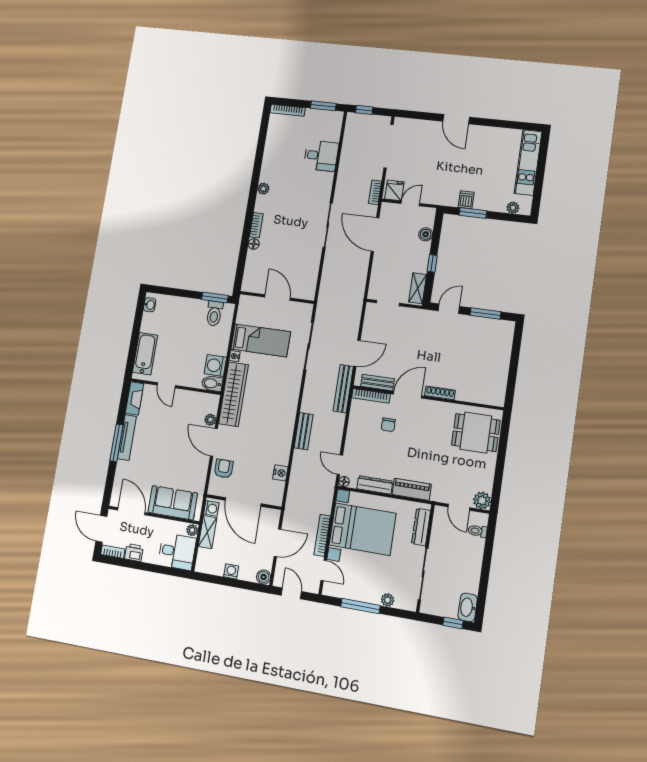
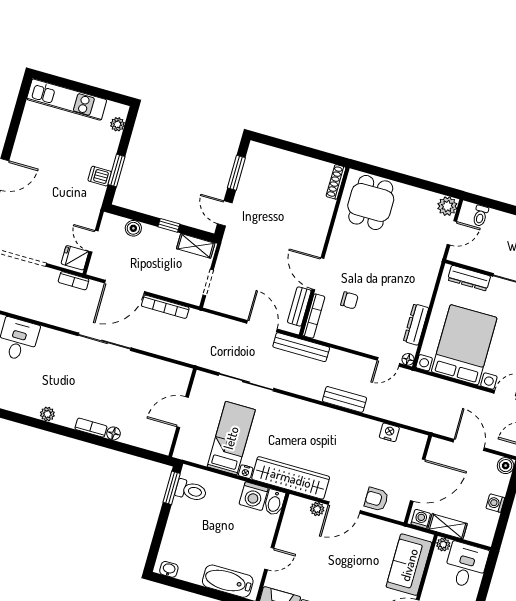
shoe rack: (440, 393) -> (336, 182), moved
piano: (412, 489) -> (426, 283), removed
bookcase: (322, 535) -> (165, 307), moved

